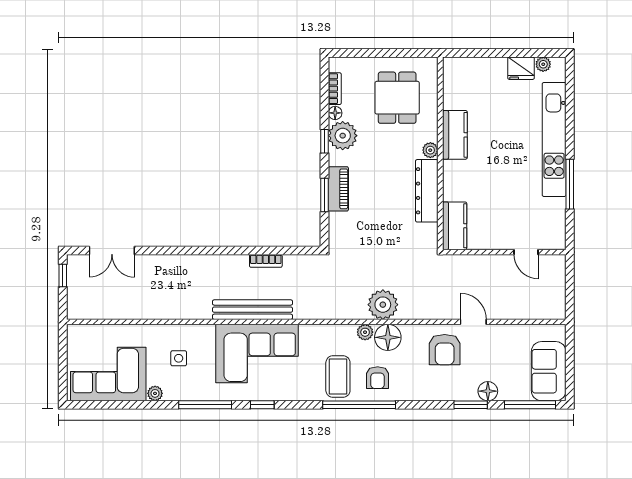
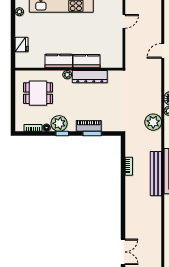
fridge: (521, 68) -> (22, 45), moved
kitchen counter: (455, 226) -> (87, 61), moved
plant: (383, 305) -> (153, 122), moved

